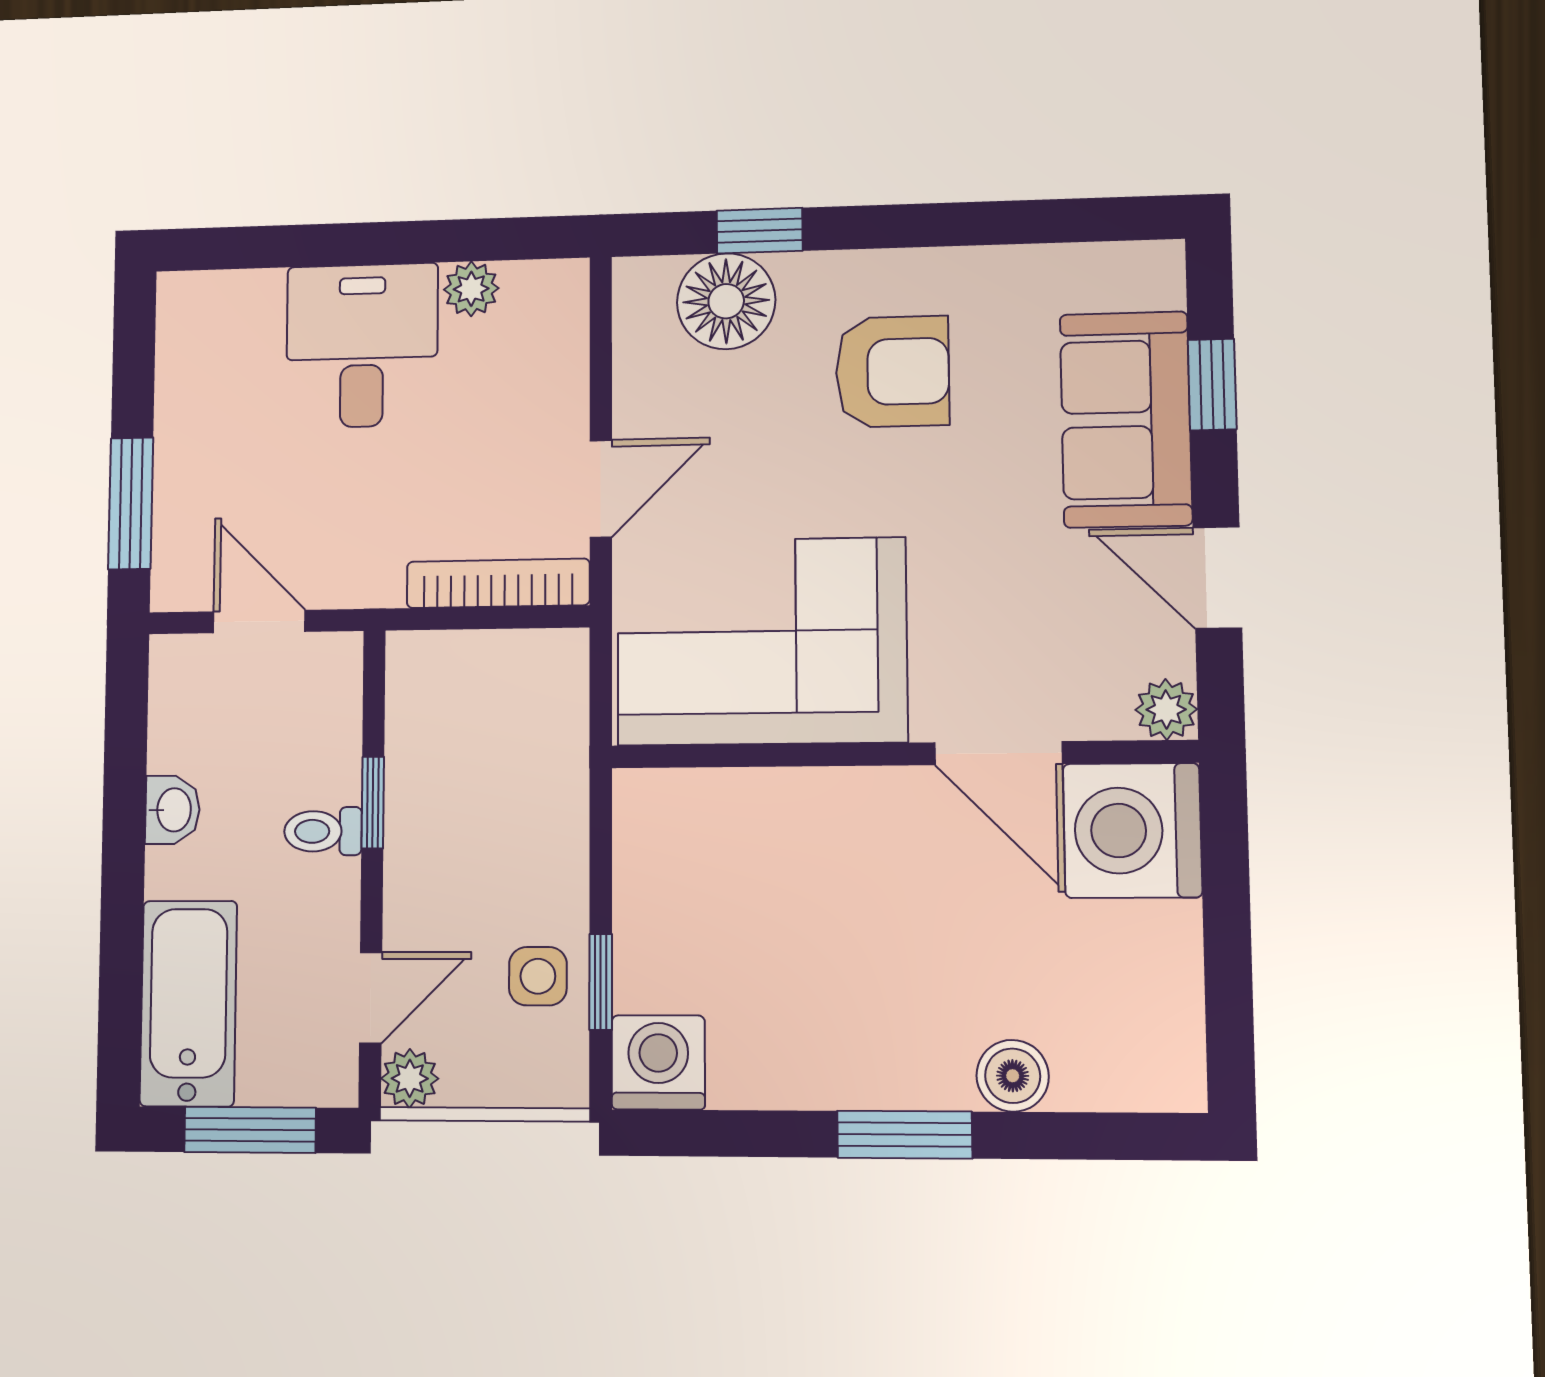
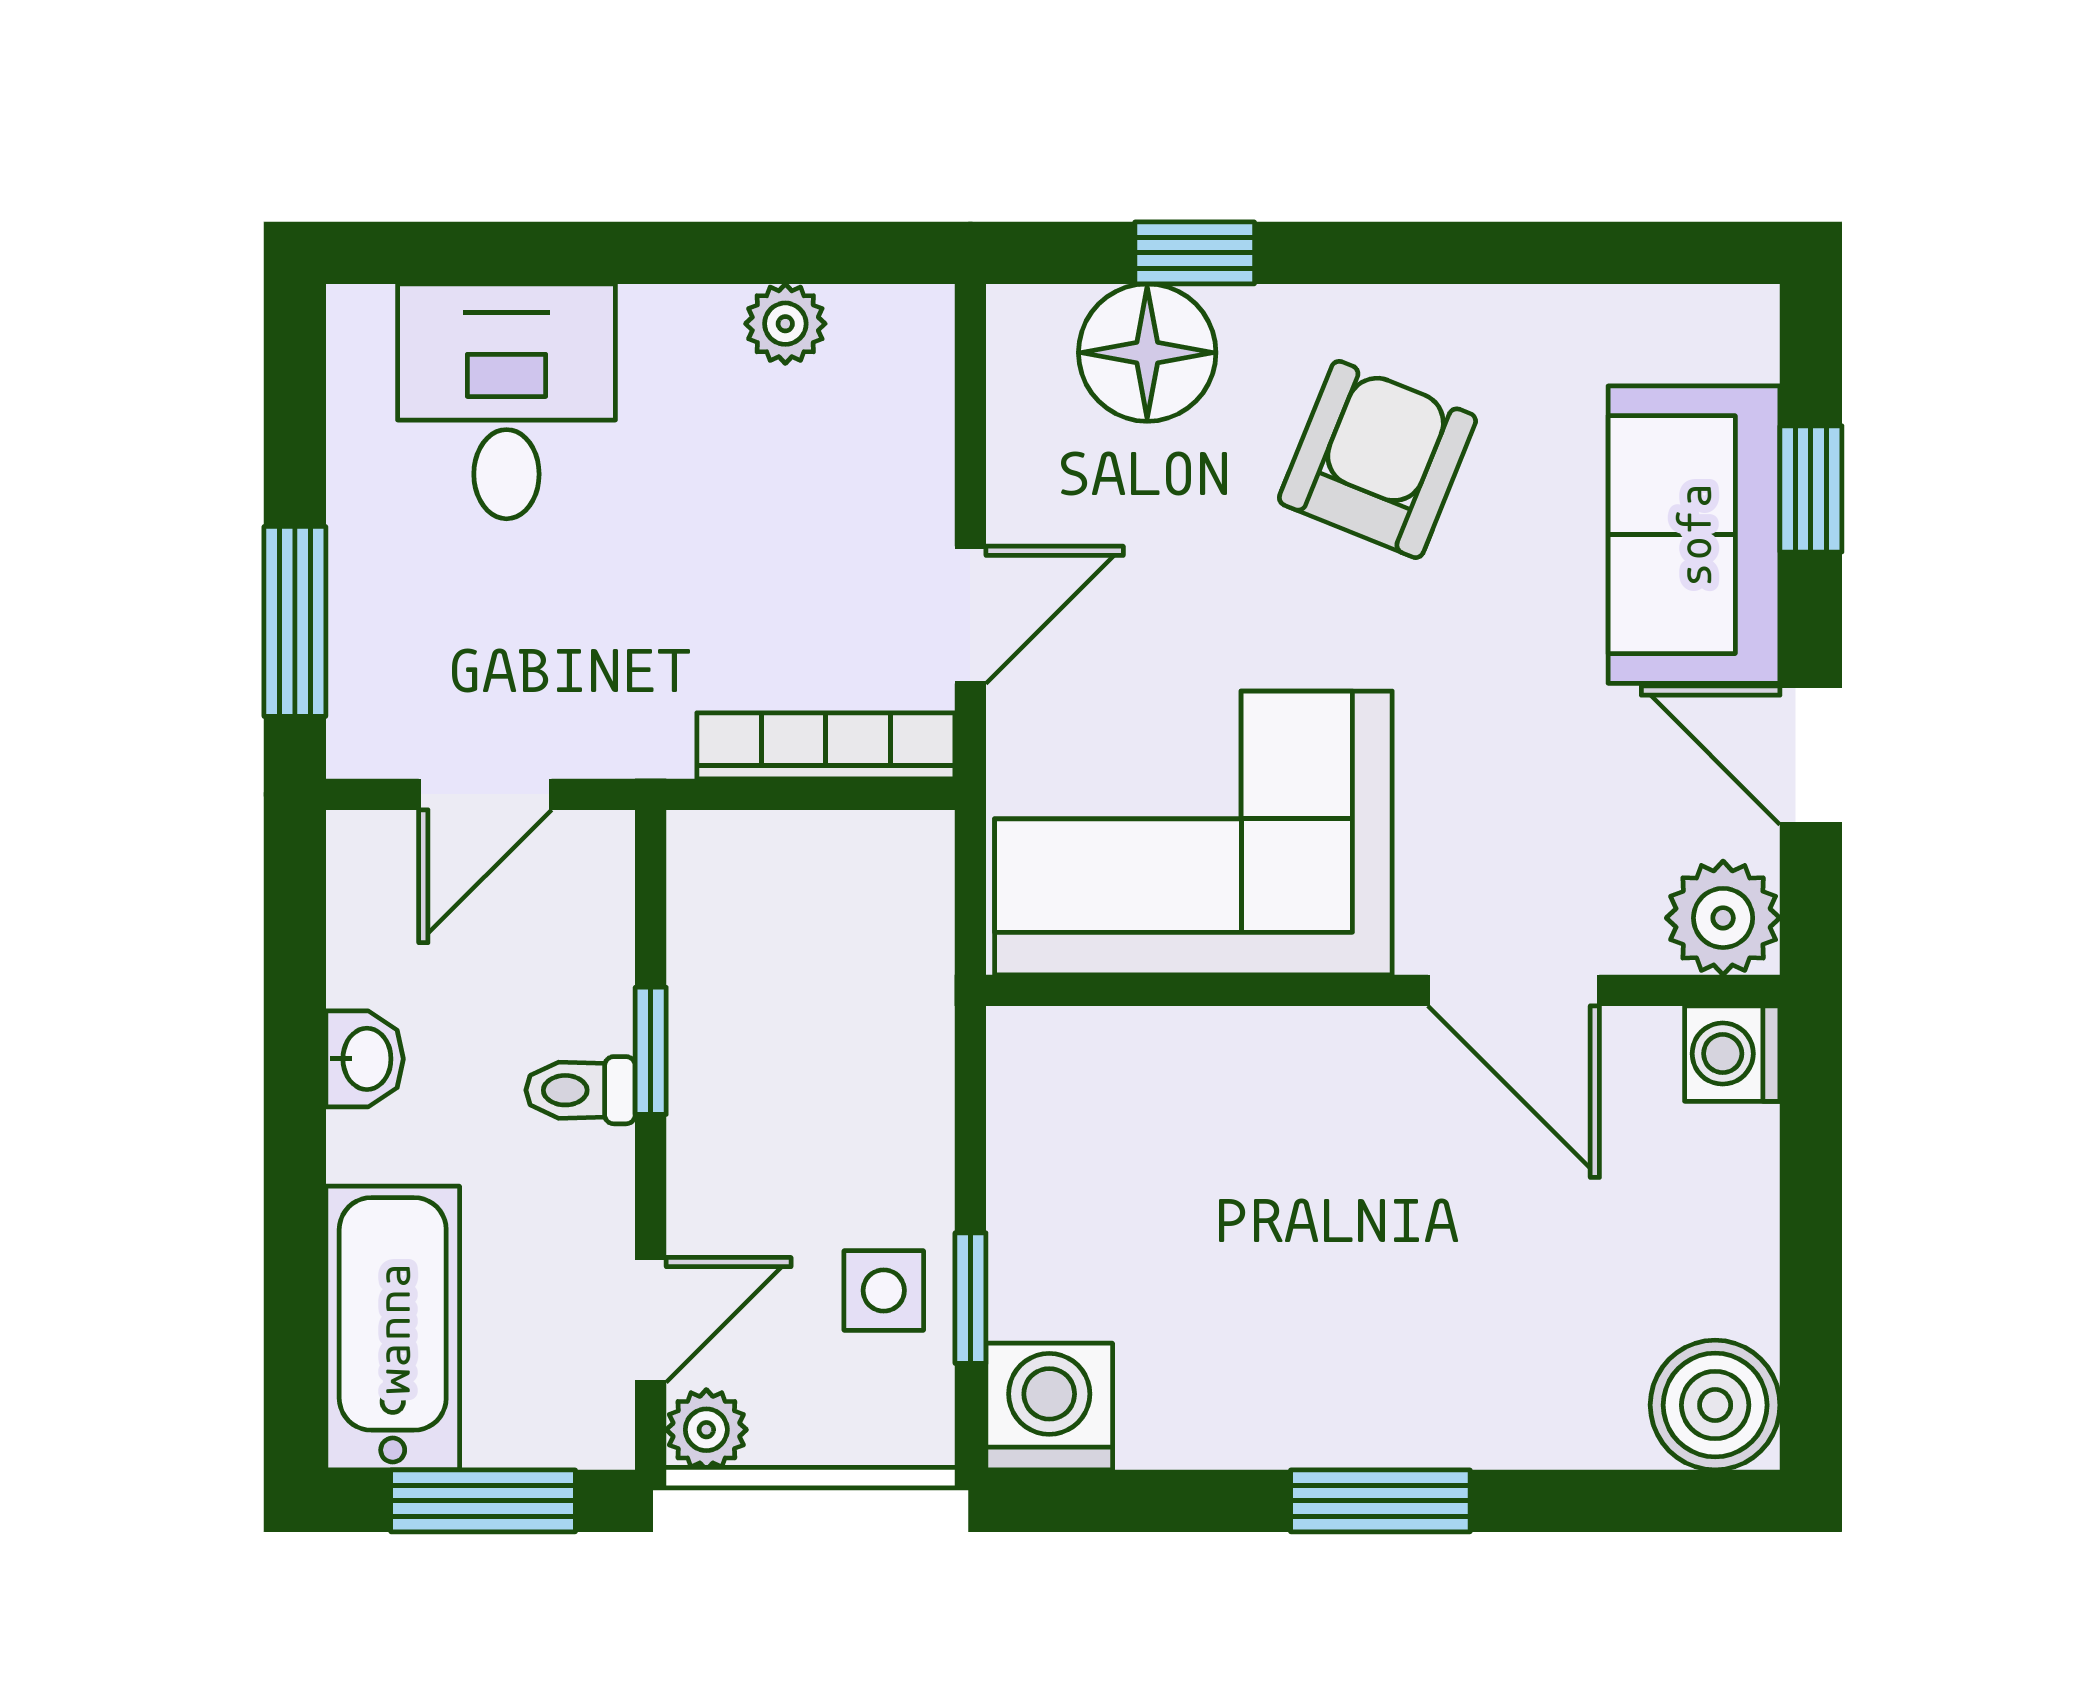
desk: (362, 346) -> (506, 401), moved
armchair: (892, 372) -> (1377, 459), turned -68
door: (259, 622) -> (485, 794), swing flipped
plant: (1166, 710) -> (1723, 918), width x1.38, depth x1.38
washing machine: (1132, 830) -> (1732, 1054), width x0.53, depth x0.53
boiler: (1013, 1076) -> (1715, 1405), moved, width x1.36, depth x1.36

